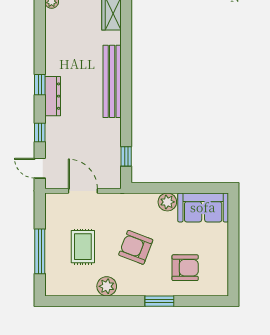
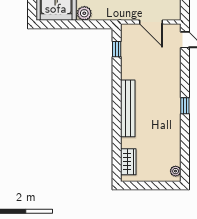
dresser: (53, 96) -> (175, 97), removed
window: (40, 132) -> (185, 68), removed

